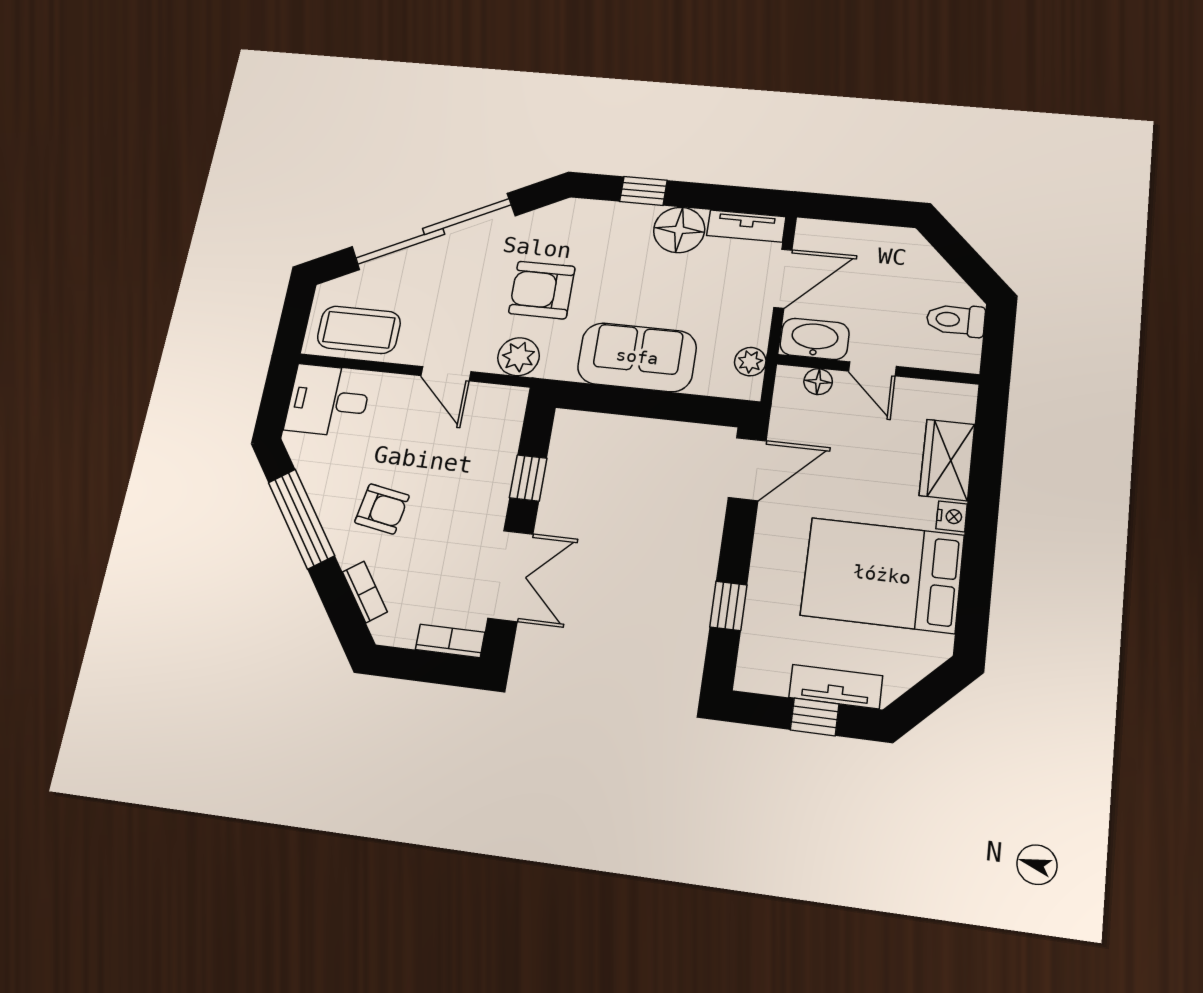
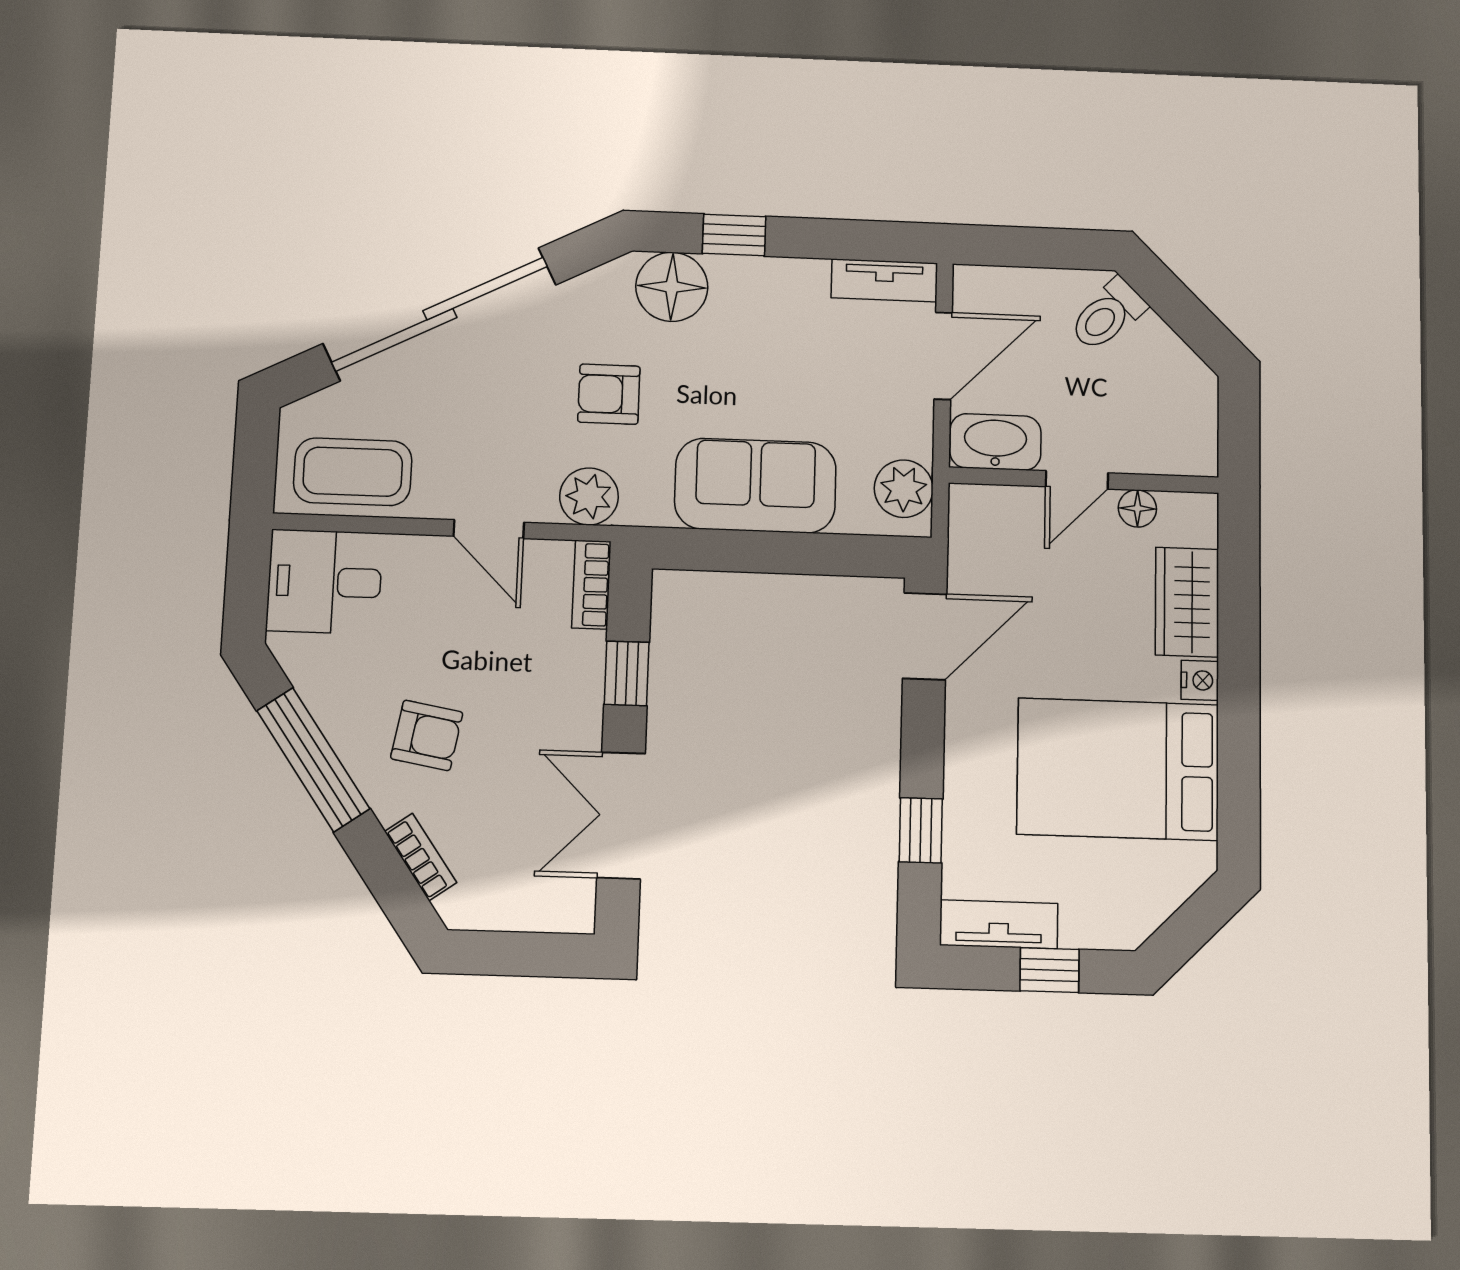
floor lamp: (679, 230) -> (672, 287), moved
armchair: (542, 290) -> (609, 394), width x0.72, depth x0.72
toilet: (956, 320) -> (1108, 315), moved, turned -45
plant: (750, 362) -> (904, 489), width x1.38, depth x1.38
door: (872, 369) -> (1077, 480), hinge flipped
floor lamp: (818, 382) -> (1137, 508), moved
double door: (511, 576) -> (621, 815), swing flipped
bookcase: (450, 641) -> (591, 585), moved, turned -90
tv unit: (836, 687) -> (999, 924), moved

